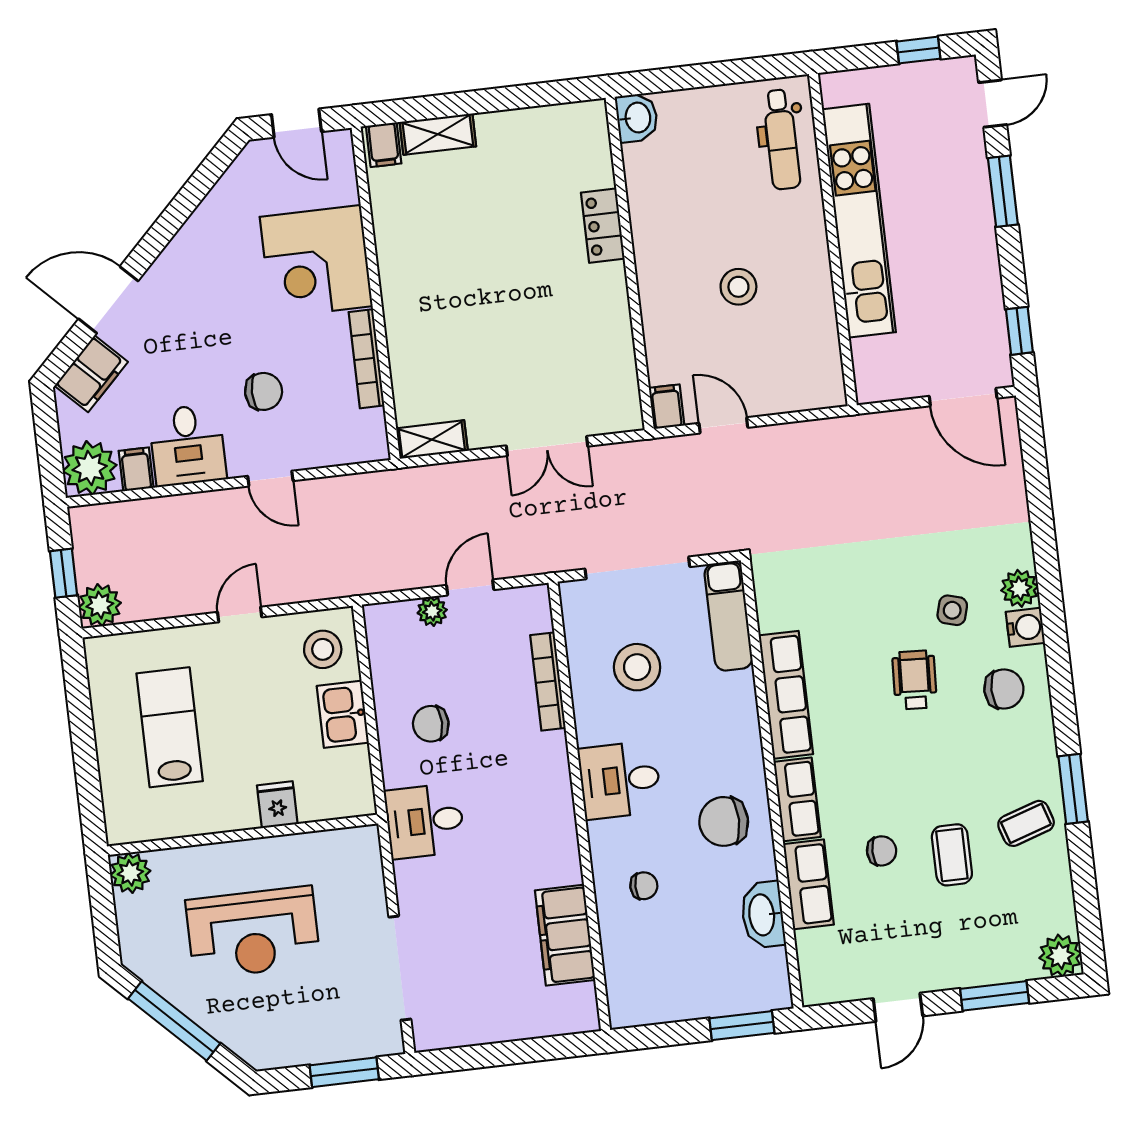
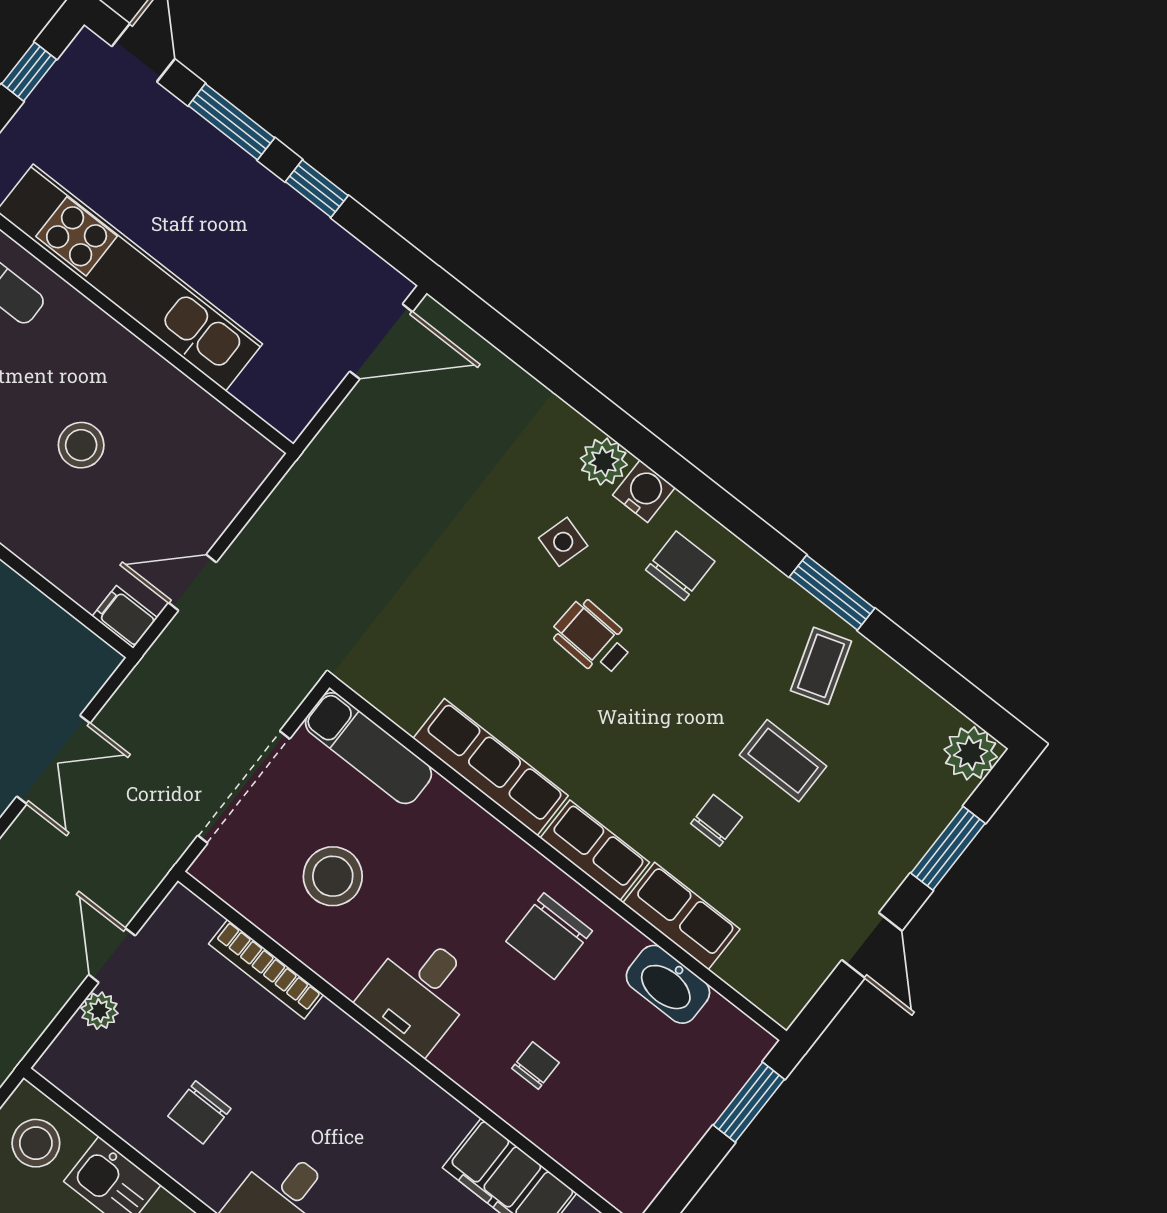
window: (1019, 331) -> (317, 189), moved

